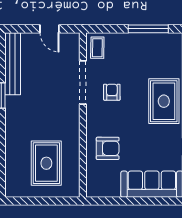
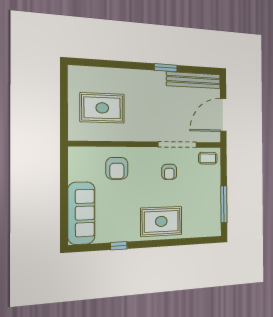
door: (50, 29) -> (223, 115), width x1.88
armchair: (112, 92) -> (169, 172), turned 90

